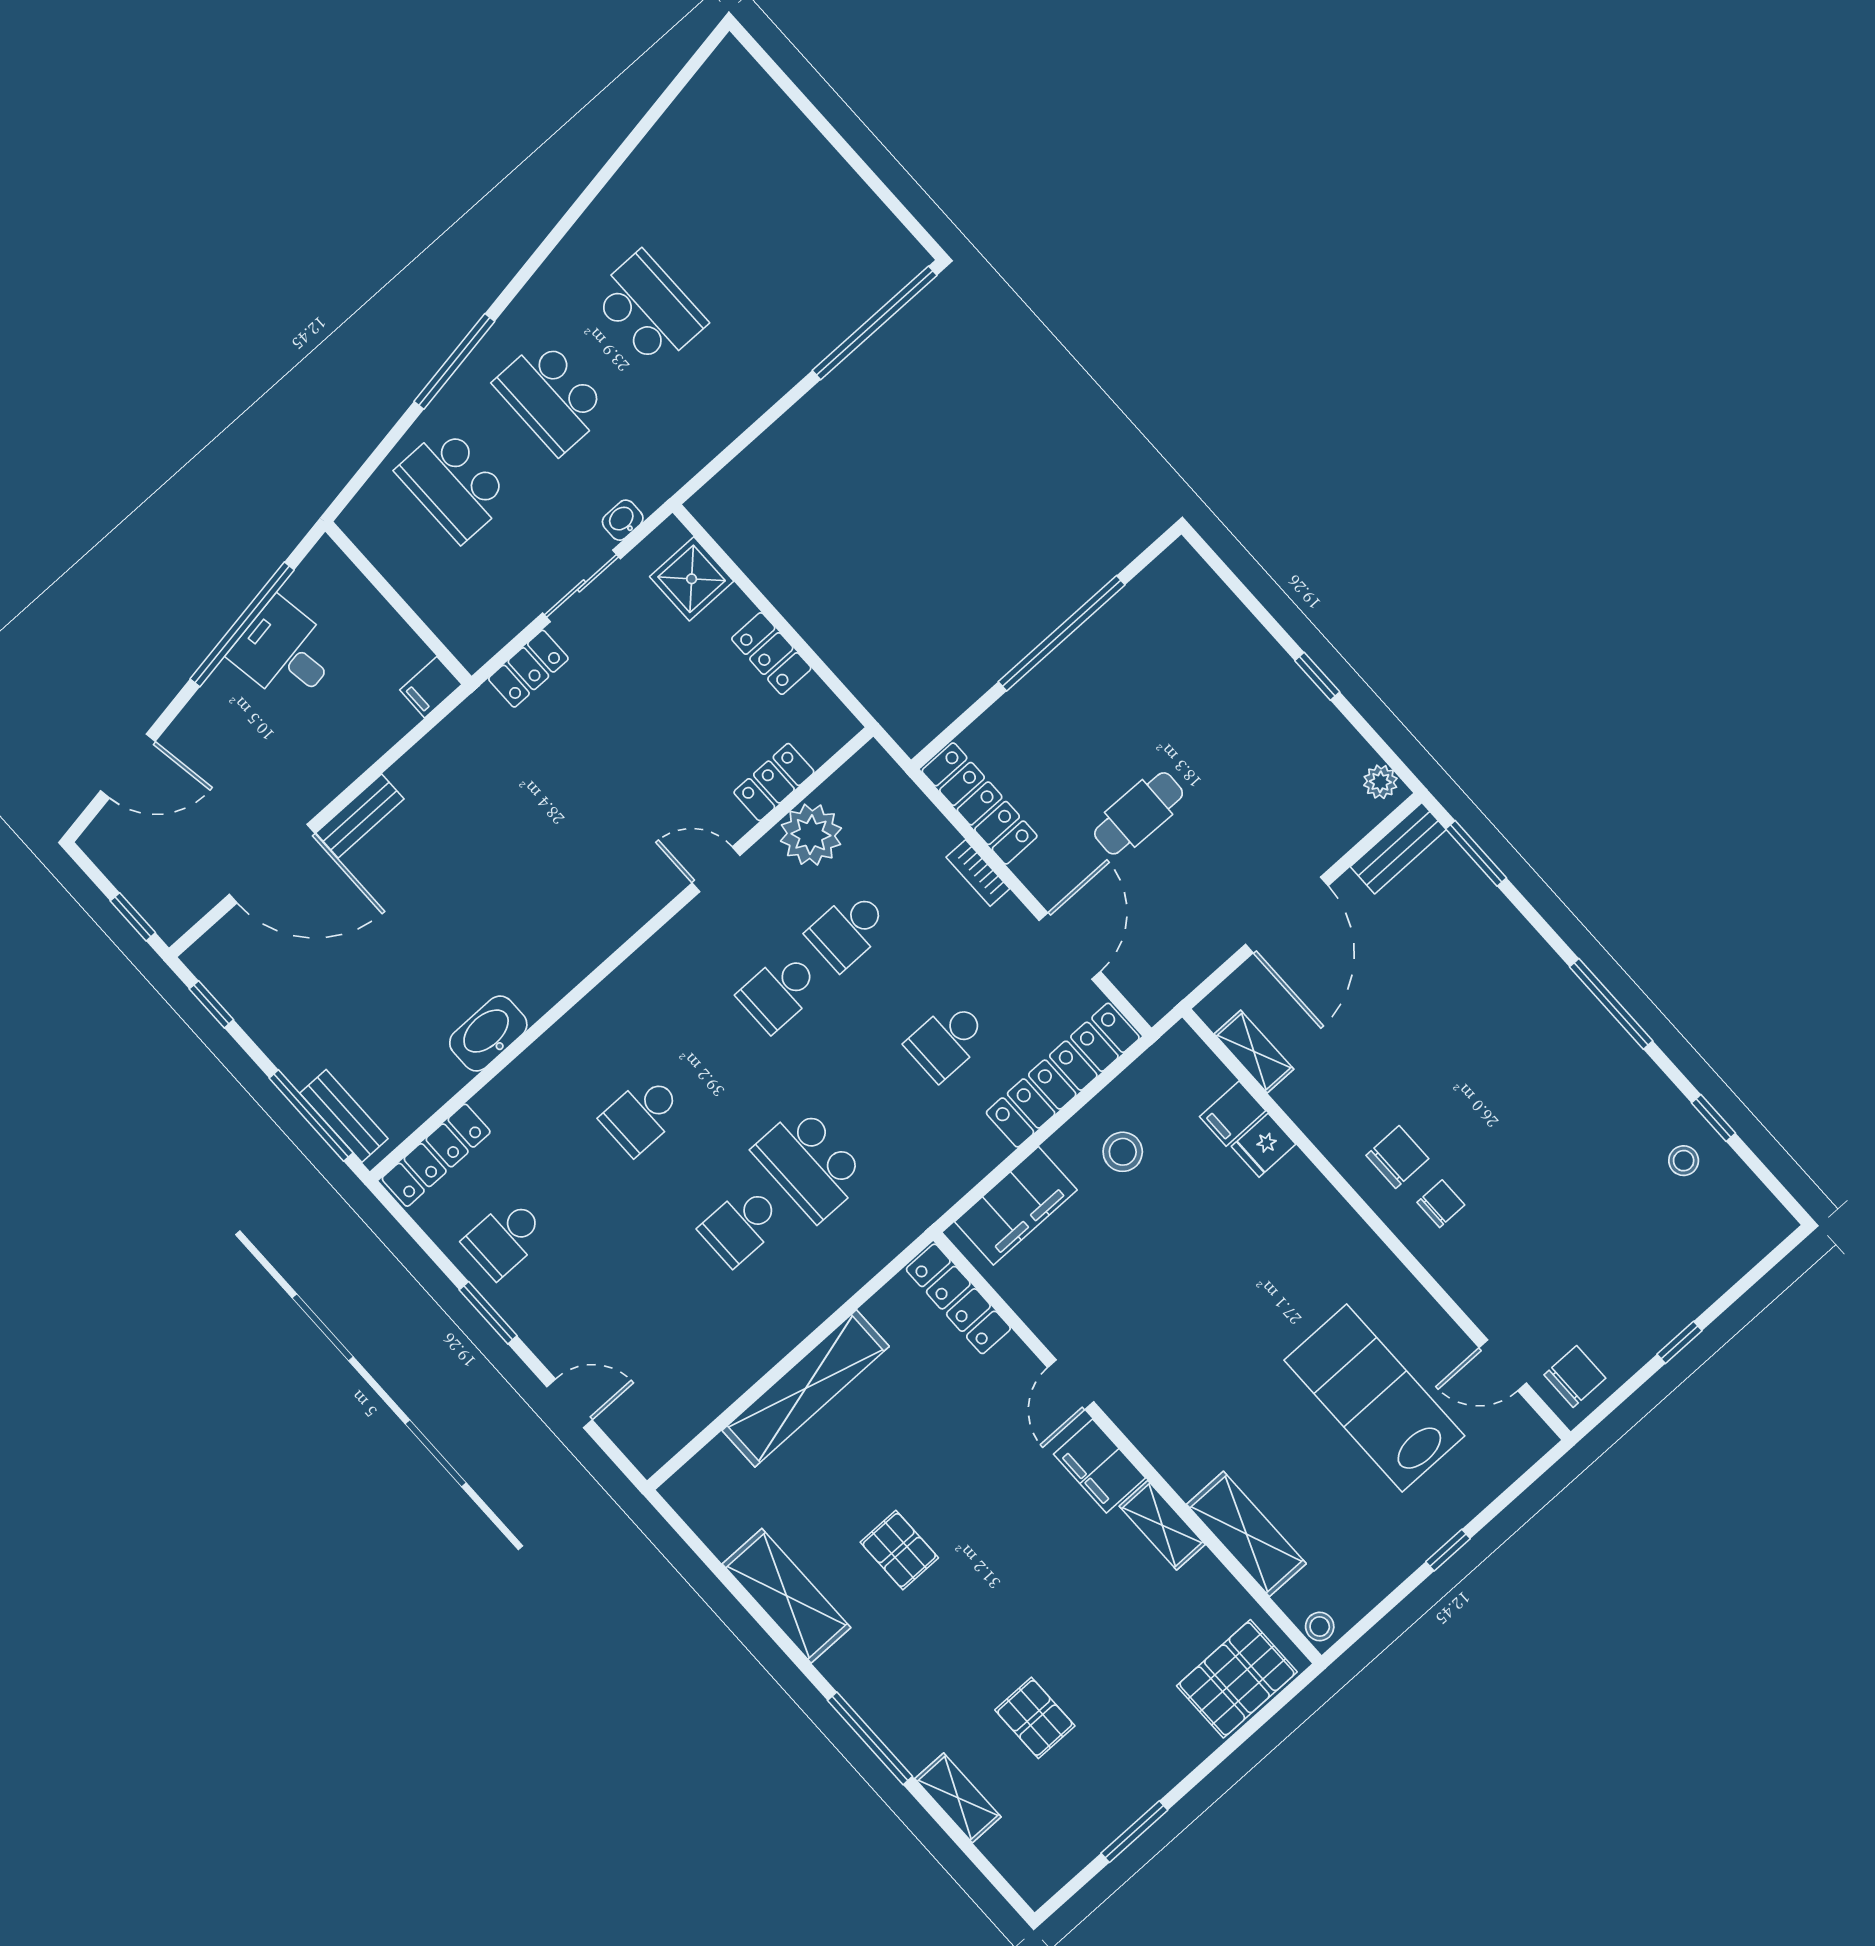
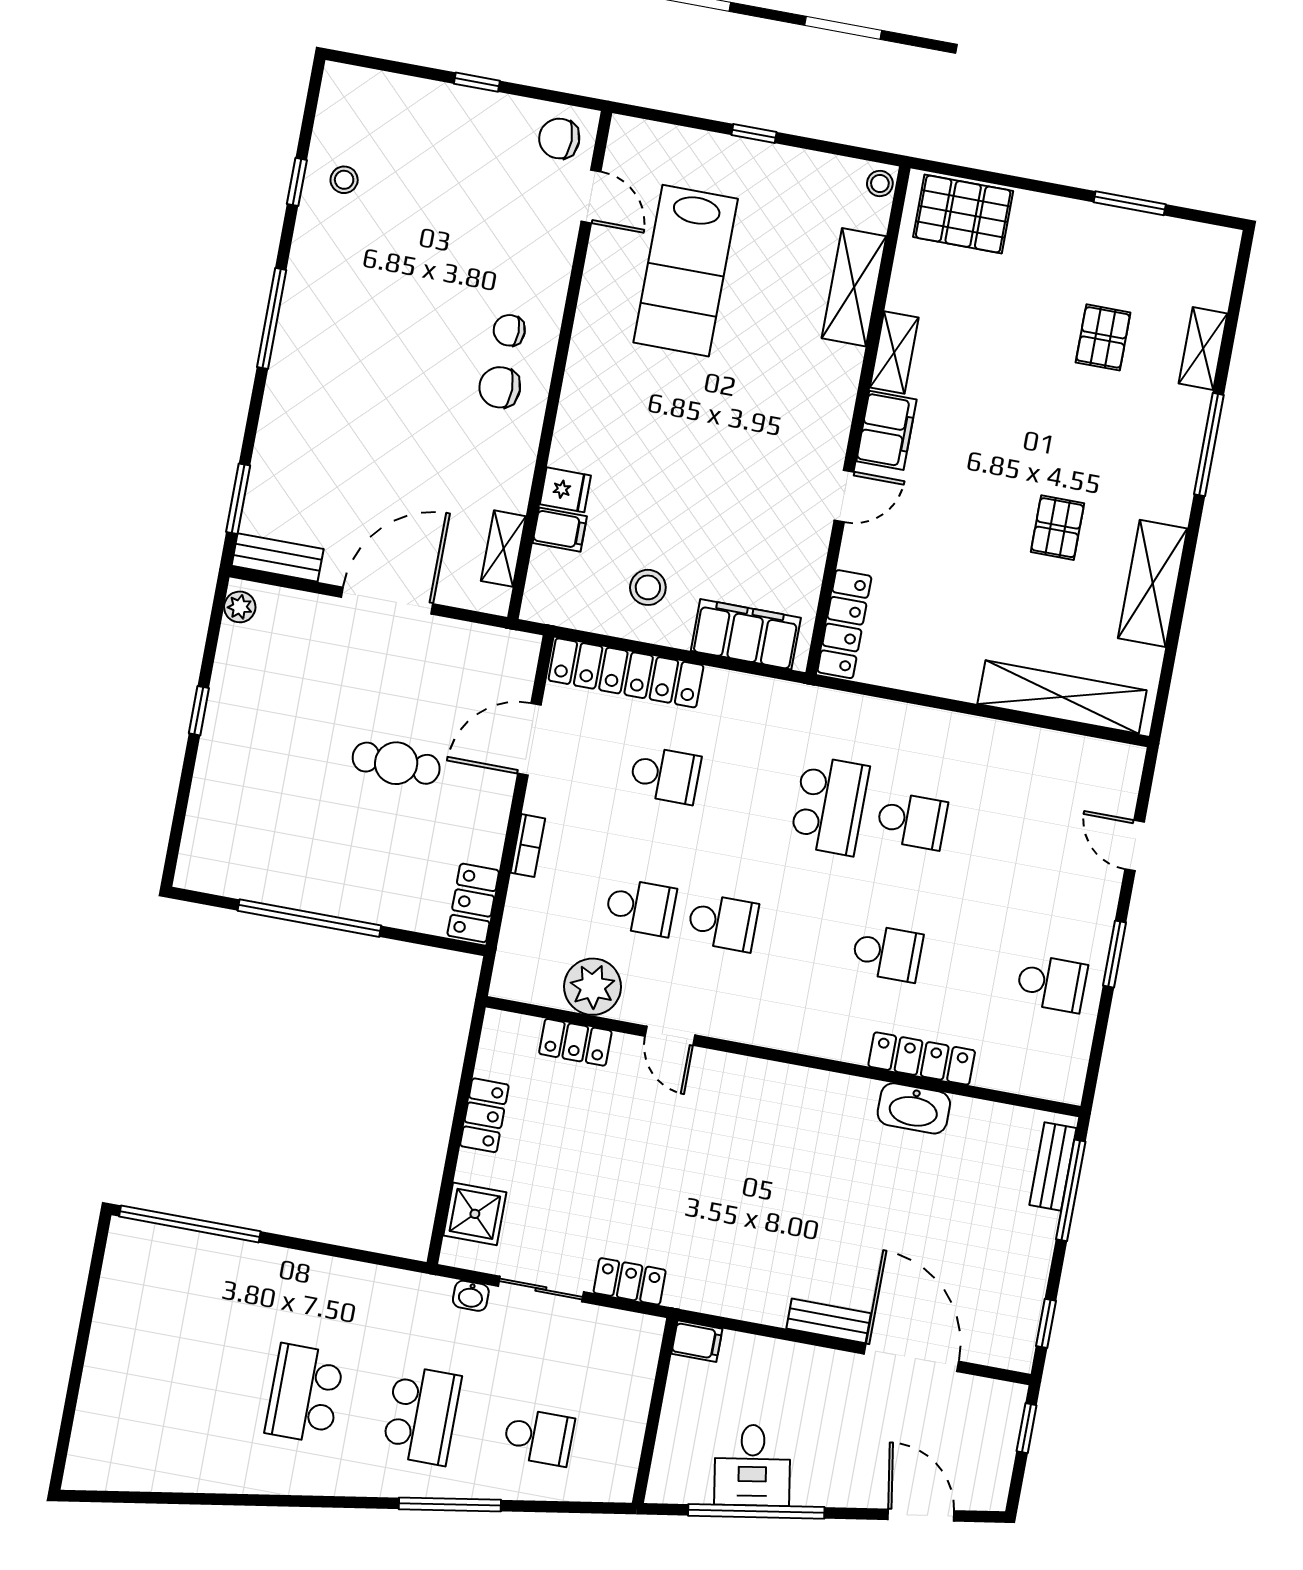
school desk: (454, 484) -> (539, 1437), width x0.54
locker: (980, 803) -> (473, 903), width x0.66
locker: (436, 1155) -> (922, 1058), moved
shelving: (806, 1388) -> (1062, 697), moved

